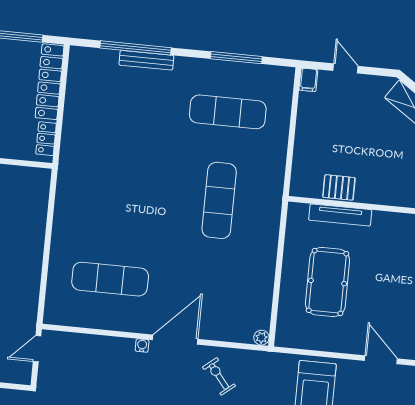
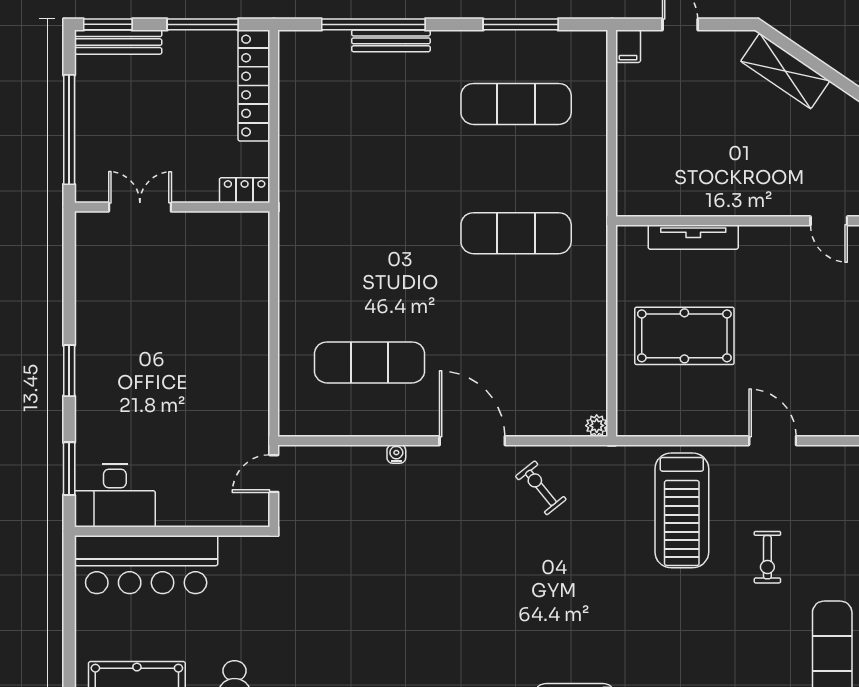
locker: (46, 139) -> (245, 190), moved, turned 90
pallet: (339, 187) -> (688, 197), removed
exercise mat: (219, 200) -> (516, 233), turned 90
pool table: (328, 282) -> (684, 336), turned 90
door: (175, 340) -> (472, 441), hinge flipped
water cooler: (142, 346) -> (396, 454), moved

